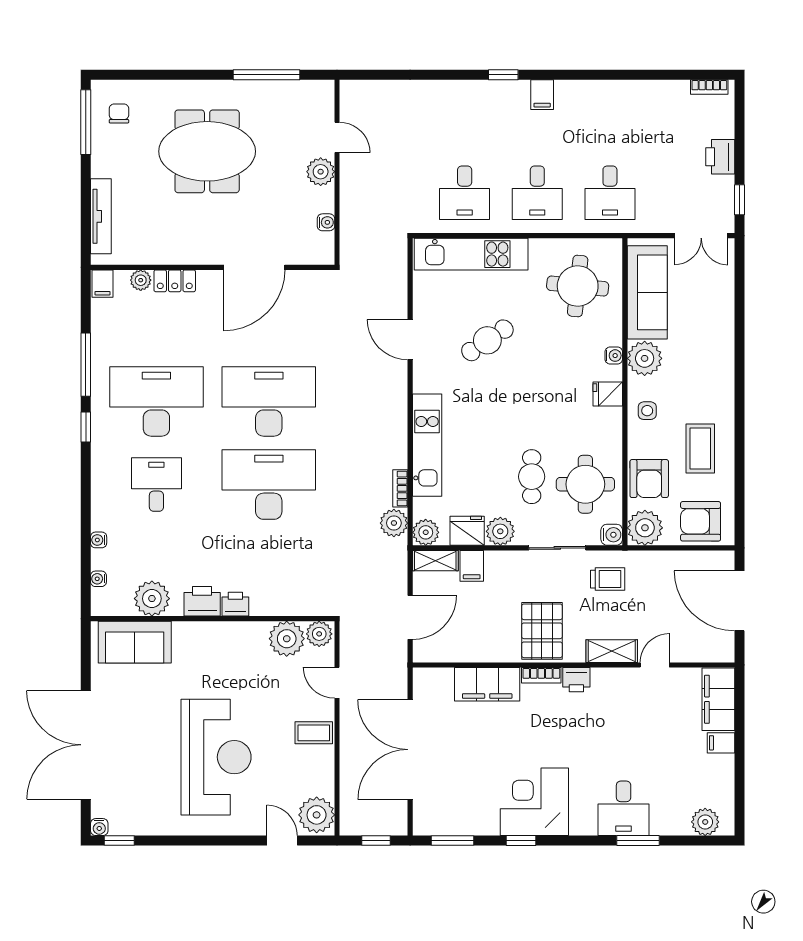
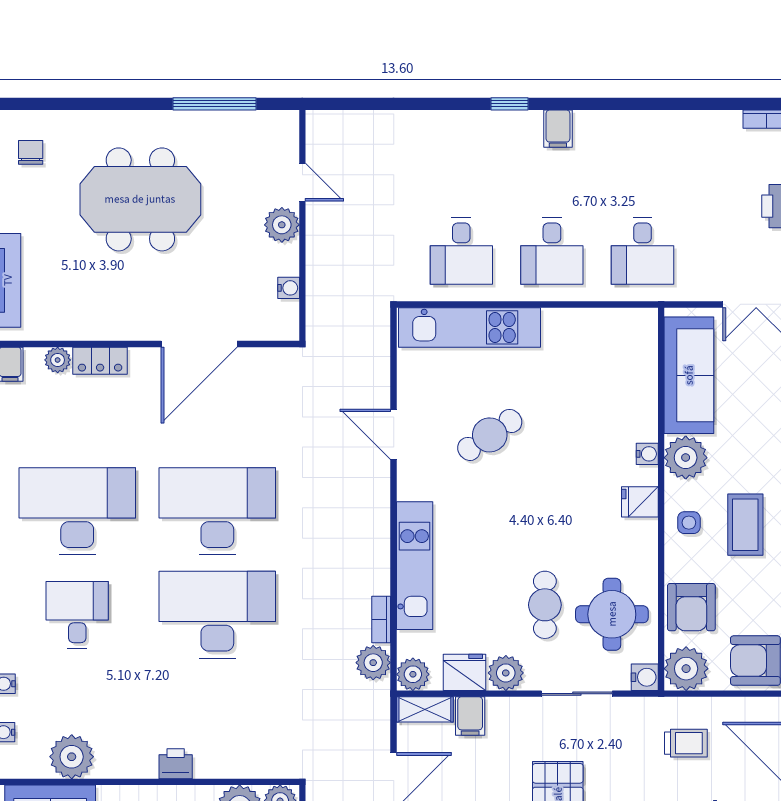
round table: (578, 286) -> (602, 367), removed
coffee table: (700, 448) -> (745, 525), moved
trolley: (608, 579) -> (686, 743), moved
printer: (202, 601) -> (134, 760), removed

